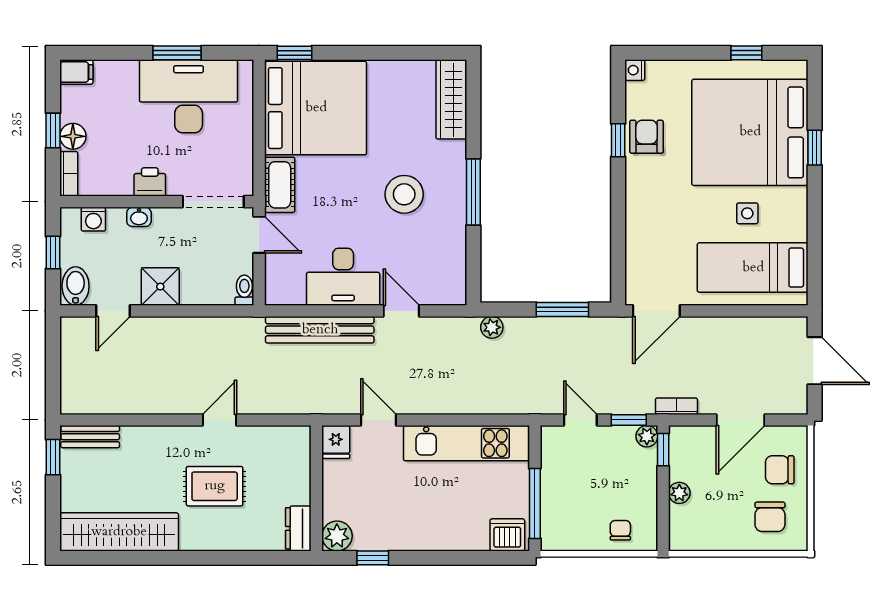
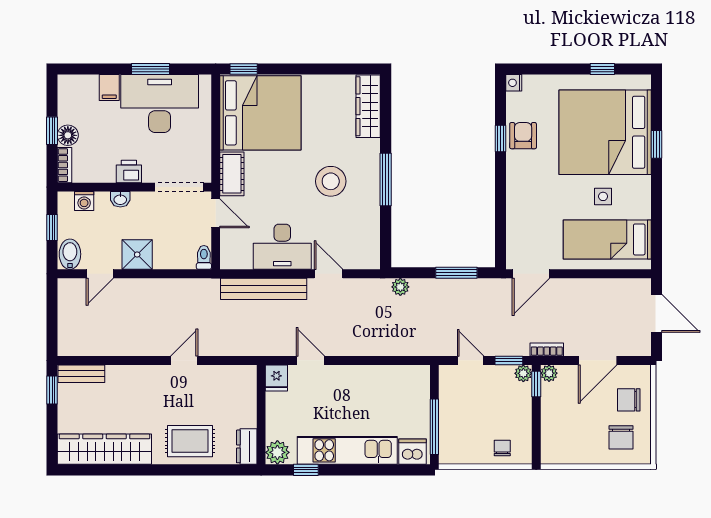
filing cabinet: (76, 72) -> (109, 88), moved, turned 90
kitchen unit: (466, 443) -> (347, 450), moved, turned 180
rug: (215, 486) -> (190, 441), moved
plant: (679, 493) -> (549, 373), moved

